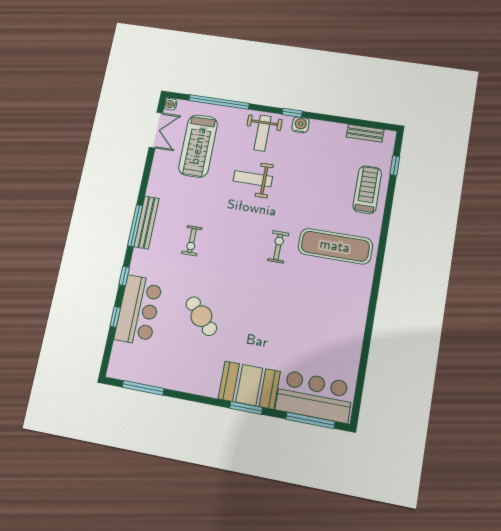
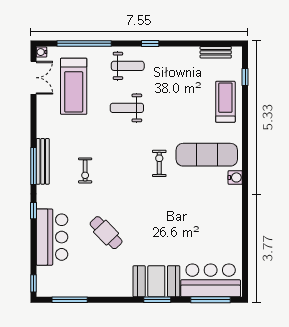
water cooler: (301, 125) -> (235, 177), moved, turned 90
weight bench: (263, 133) -> (128, 66), turned -90
window: (115, 317) -> (33, 283), moved

